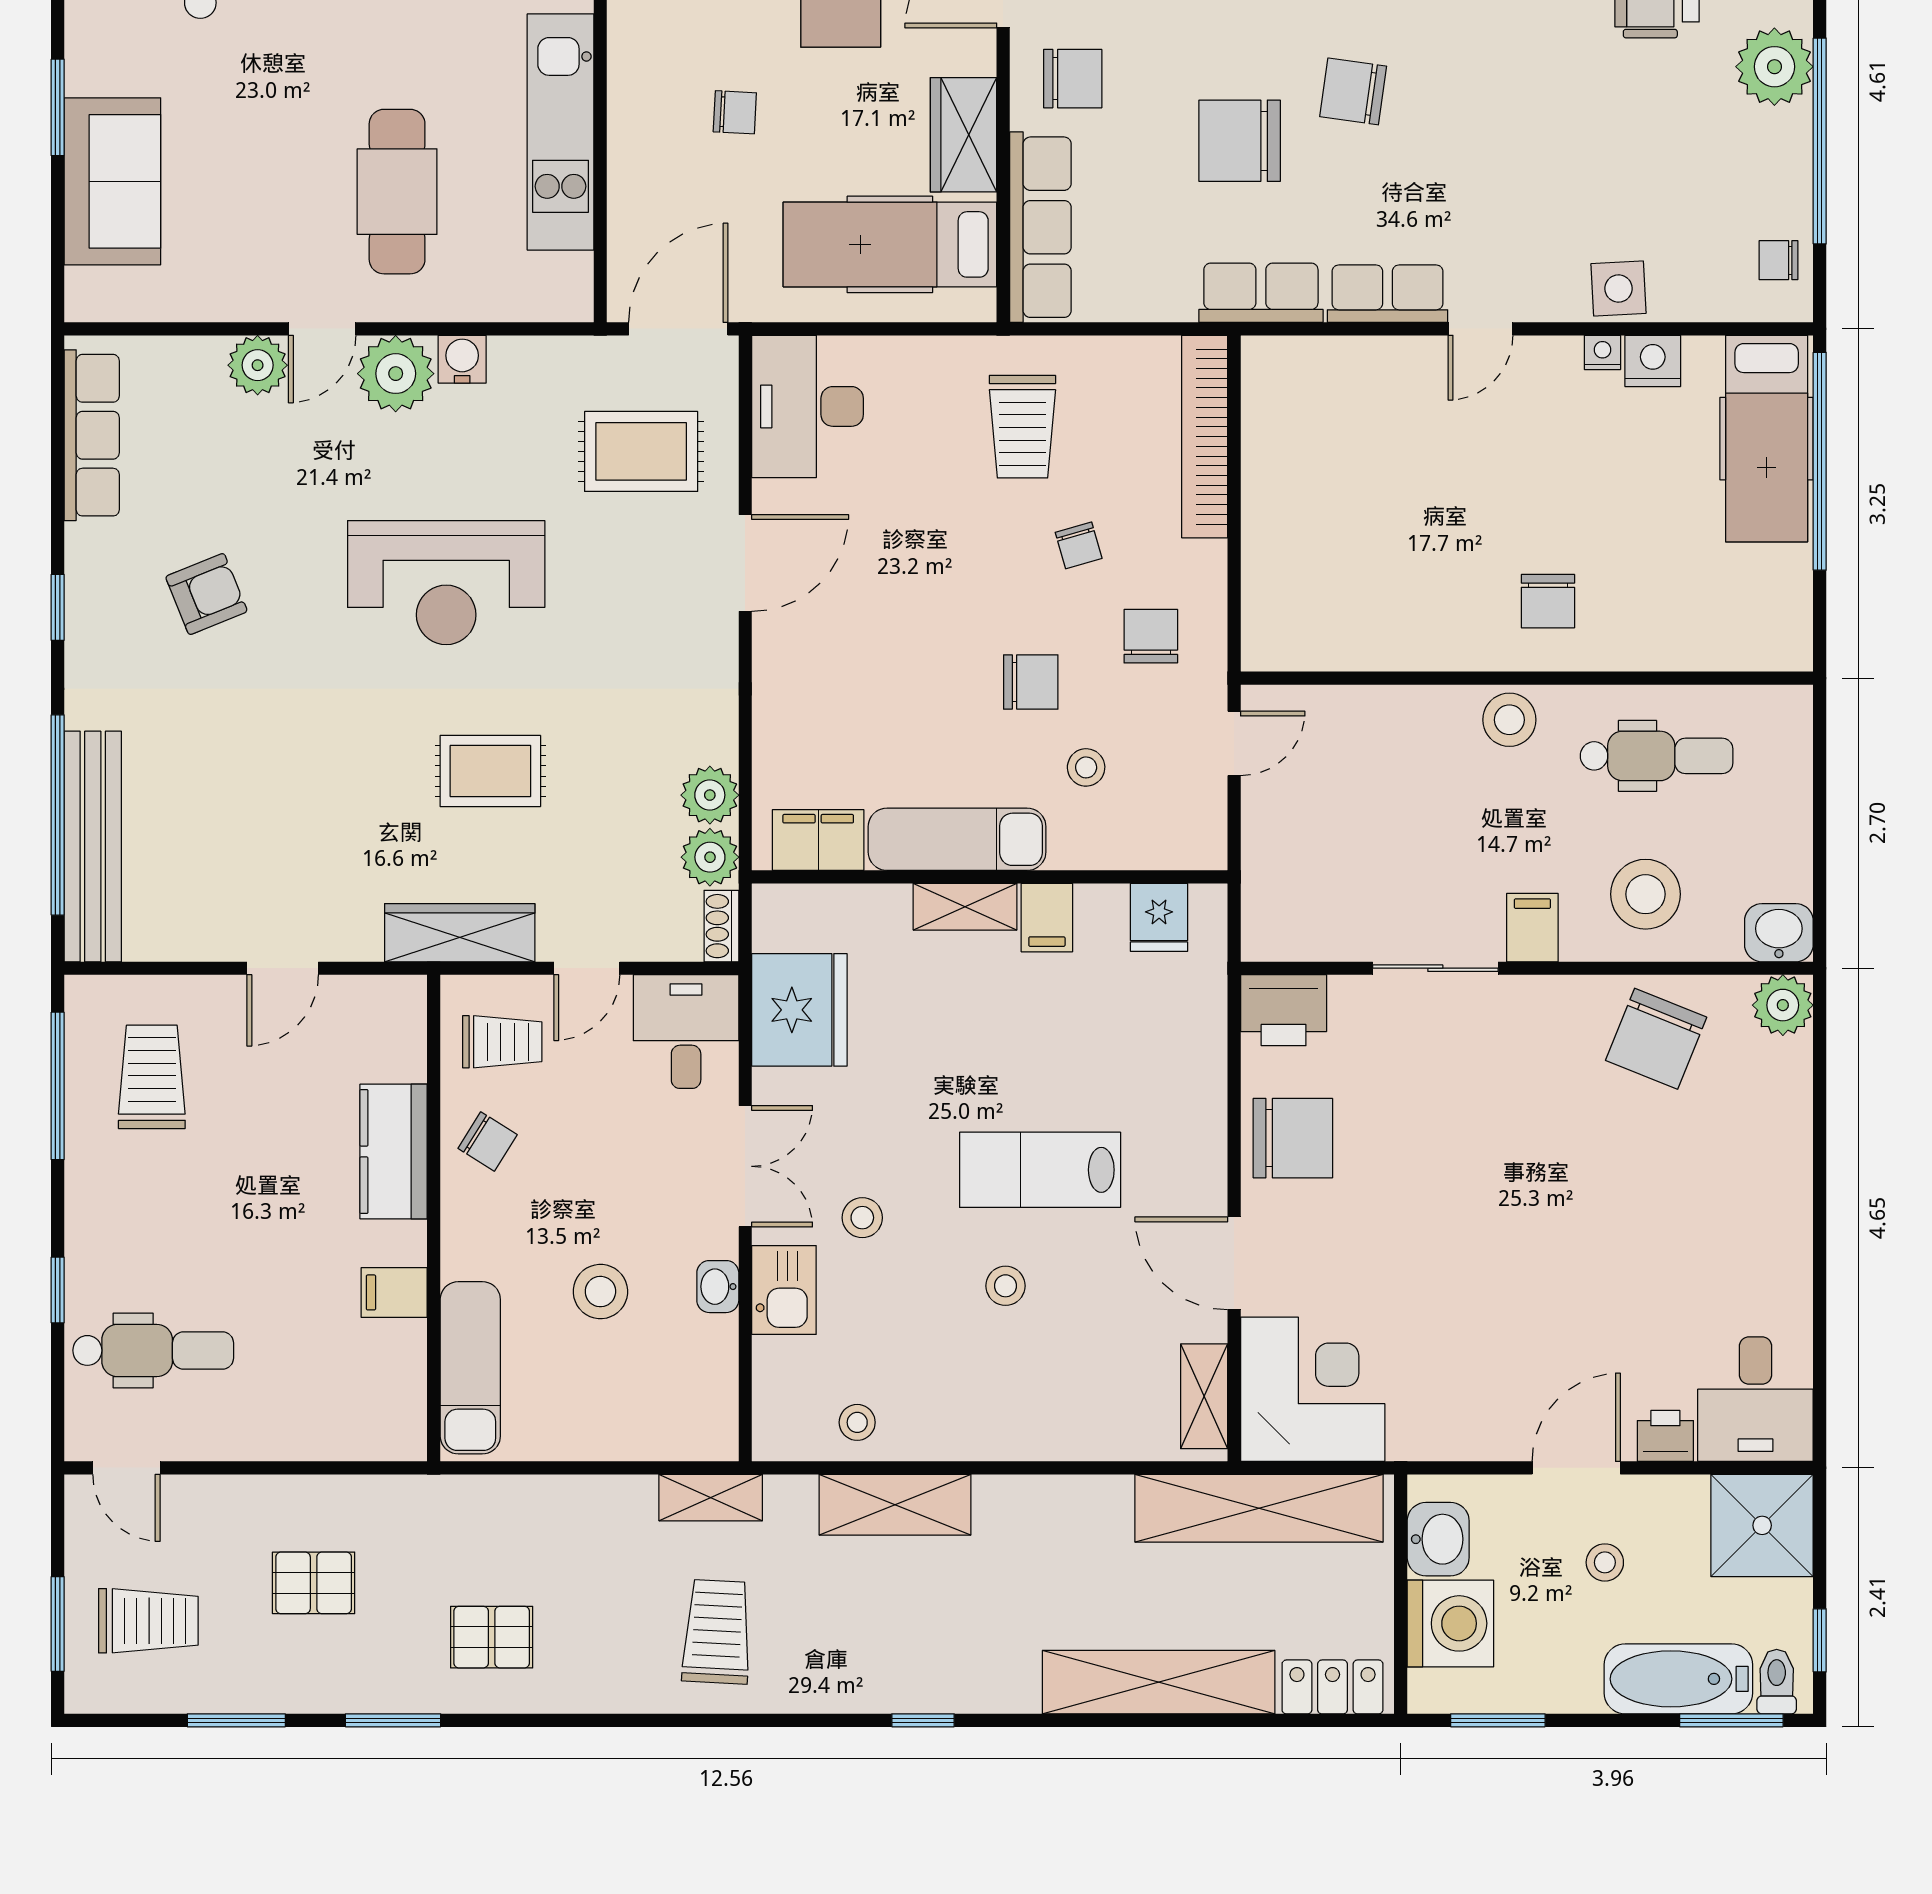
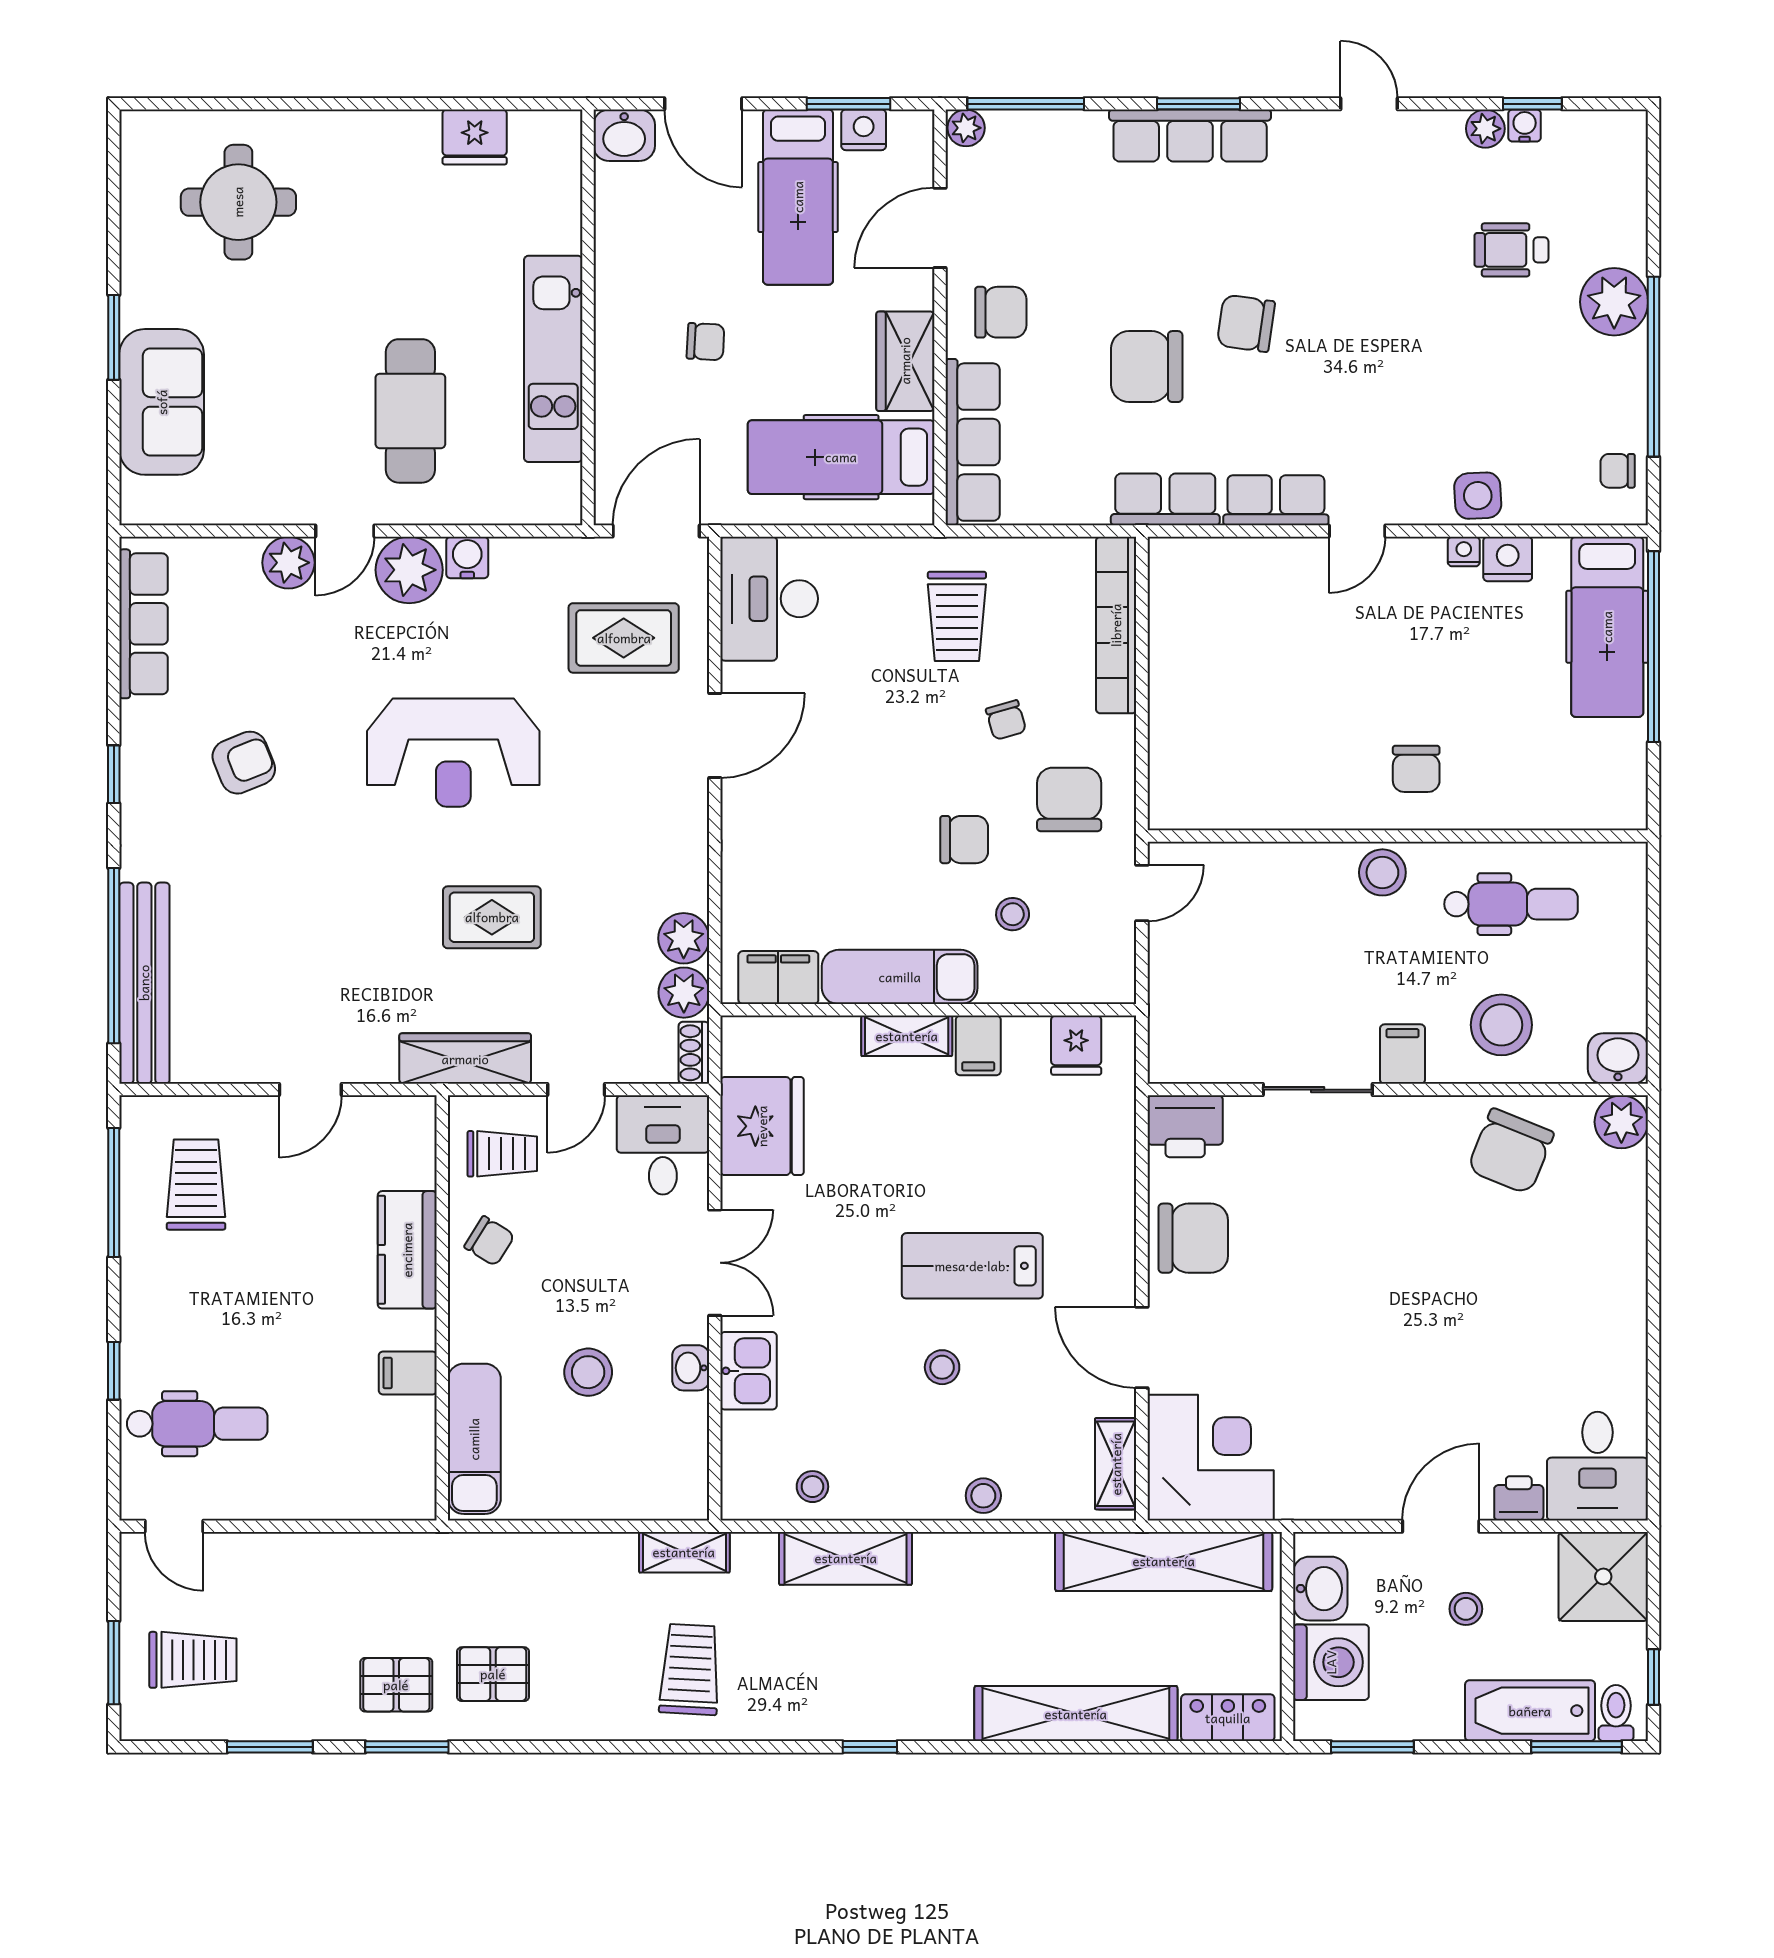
chair: (1151, 636) -> (1069, 799), width x1.37, depth x1.37
stool: (862, 1218) -> (983, 1496), moved
pallet: (314, 1583) -> (396, 1685), moved

